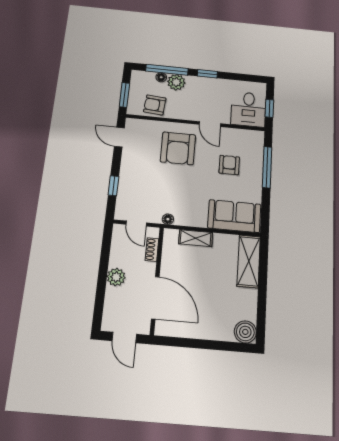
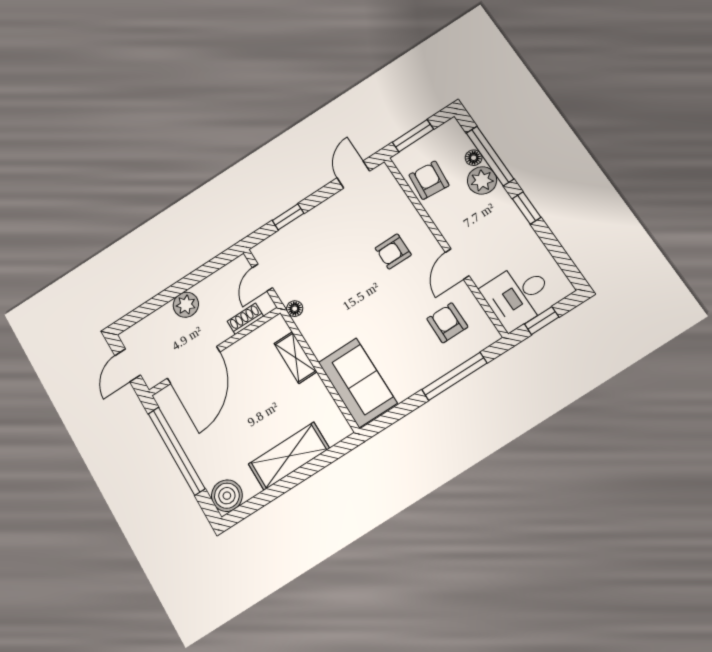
armchair: (178, 148) -> (393, 251), width x0.53, depth x0.53
armchair: (229, 165) -> (447, 323), moved, turned -90
shelving: (249, 261) -> (289, 456), moved
window: (198, 344) -> (176, 451), added

